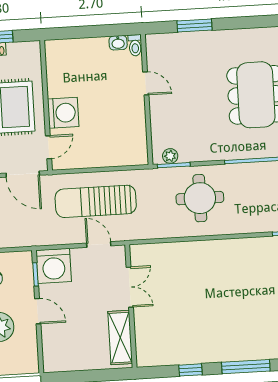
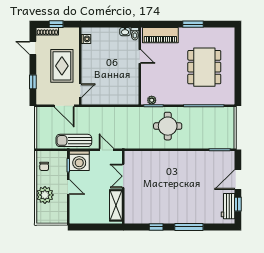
window: (194, 25) -> (193, 24), moved
piano: (178, 45) -> (160, 35), added
washing machine: (63, 113) -> (86, 39), moved, width x0.53, depth x0.53
sun lounger: (96, 201) -> (74, 140), moved, width x0.73, depth x0.75
double door: (130, 287) -> (123, 176), swing flipped

